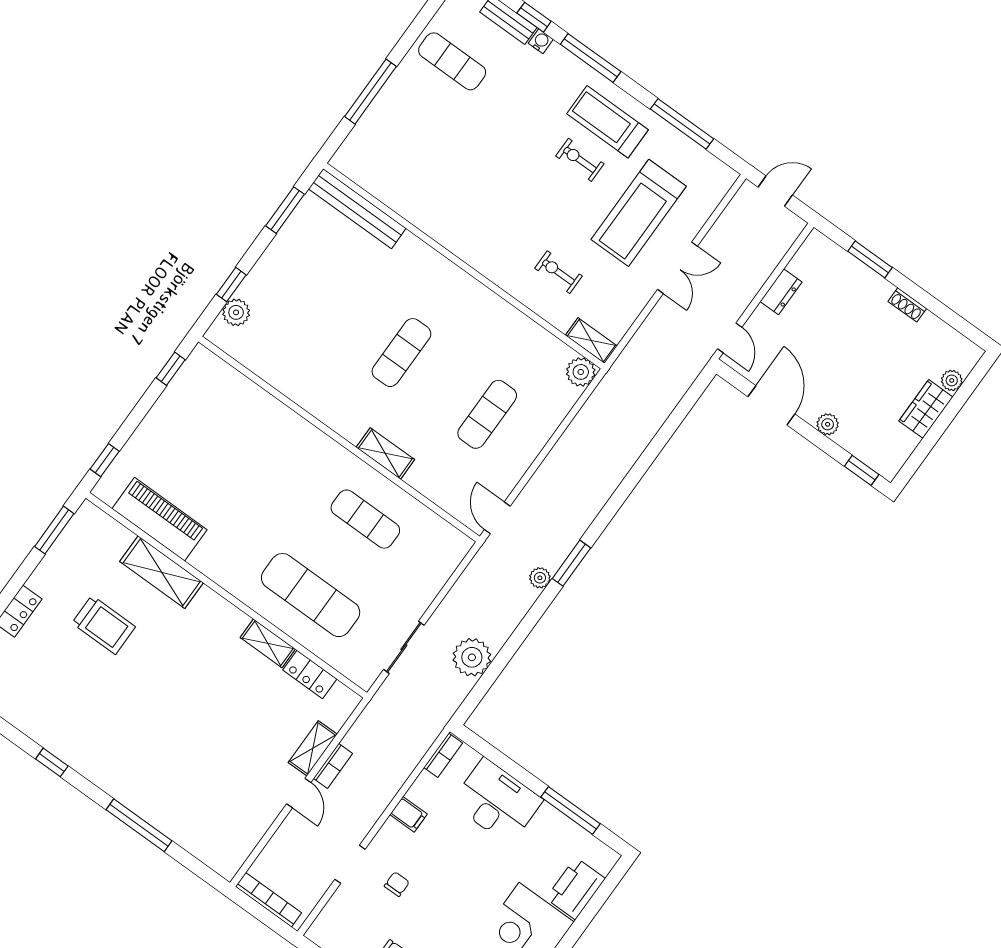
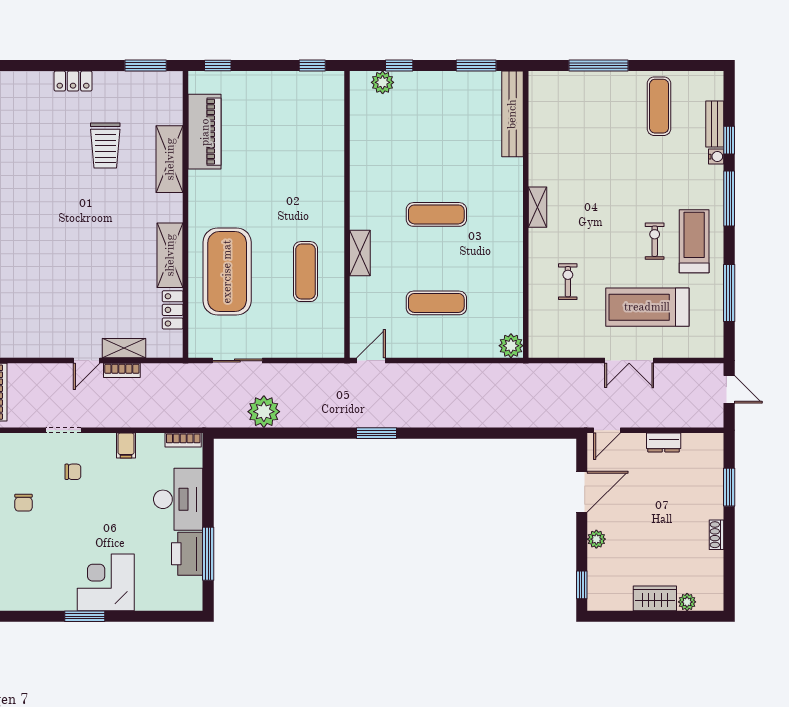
shelving: (591, 341) -> (537, 207), moved
plant: (540, 578) -> (351, 419), removed
exercise mat: (311, 595) -> (227, 272), width x1.47
shelving: (268, 643) -> (170, 255), width x1.50, depth x1.33
printer: (576, 888) -> (187, 554), moved, turned -90

